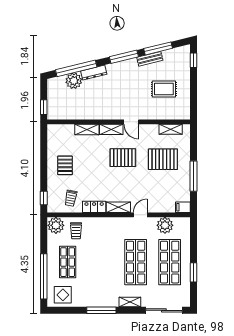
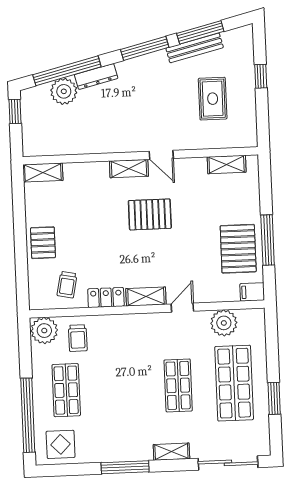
bench: (150, 59) -> (195, 48), width x1.36
window: (194, 60) -> (261, 76), moved
rug: (164, 89) -> (213, 99), turned 90
window: (44, 107) -> (15, 111), moved
shelving: (87, 129) -> (43, 172), moved
pallet: (163, 159) -> (238, 249), moved, turned 90
pallet: (65, 165) -> (43, 243), moved
window: (44, 198) -> (22, 286), removed
shop shelf: (136, 262) -> (178, 385), width x0.70, depth x0.74

